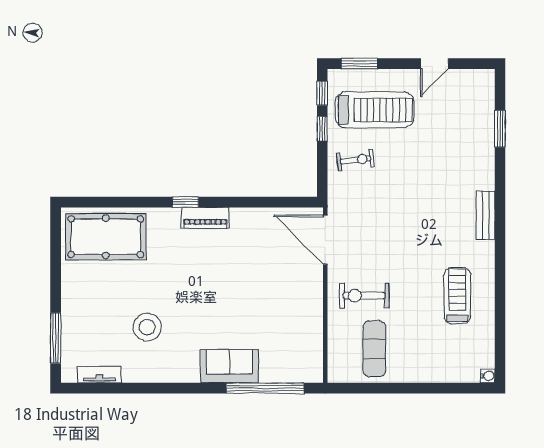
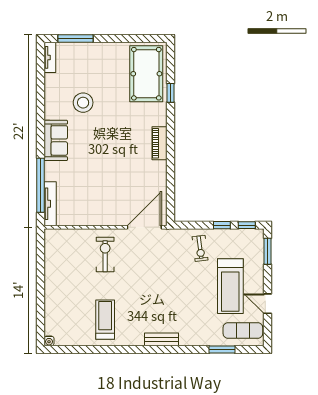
treadmill: (375, 110) -> (230, 286), moved
window: (185, 202) -> (171, 93), moved
treadmill: (457, 296) -> (105, 320), turned -90
exercise mat: (374, 349) -> (243, 331), moved
sofa: (229, 366) -> (56, 140), moved
tv unit: (292, 374) -> (50, 204), added
tv unit: (99, 375) -> (50, 57), moved

